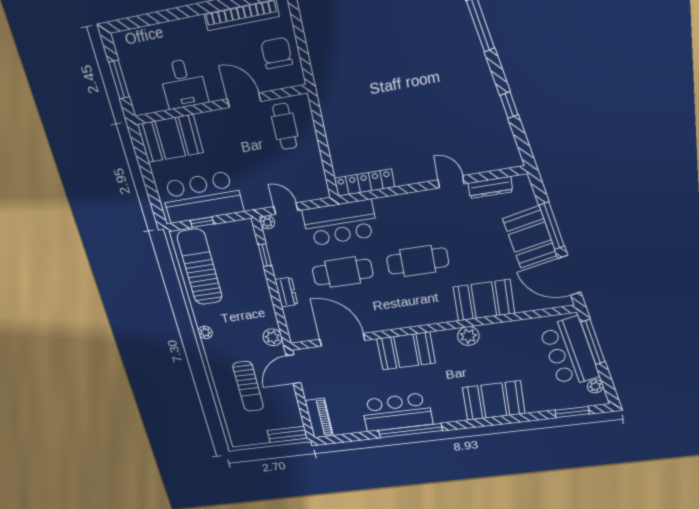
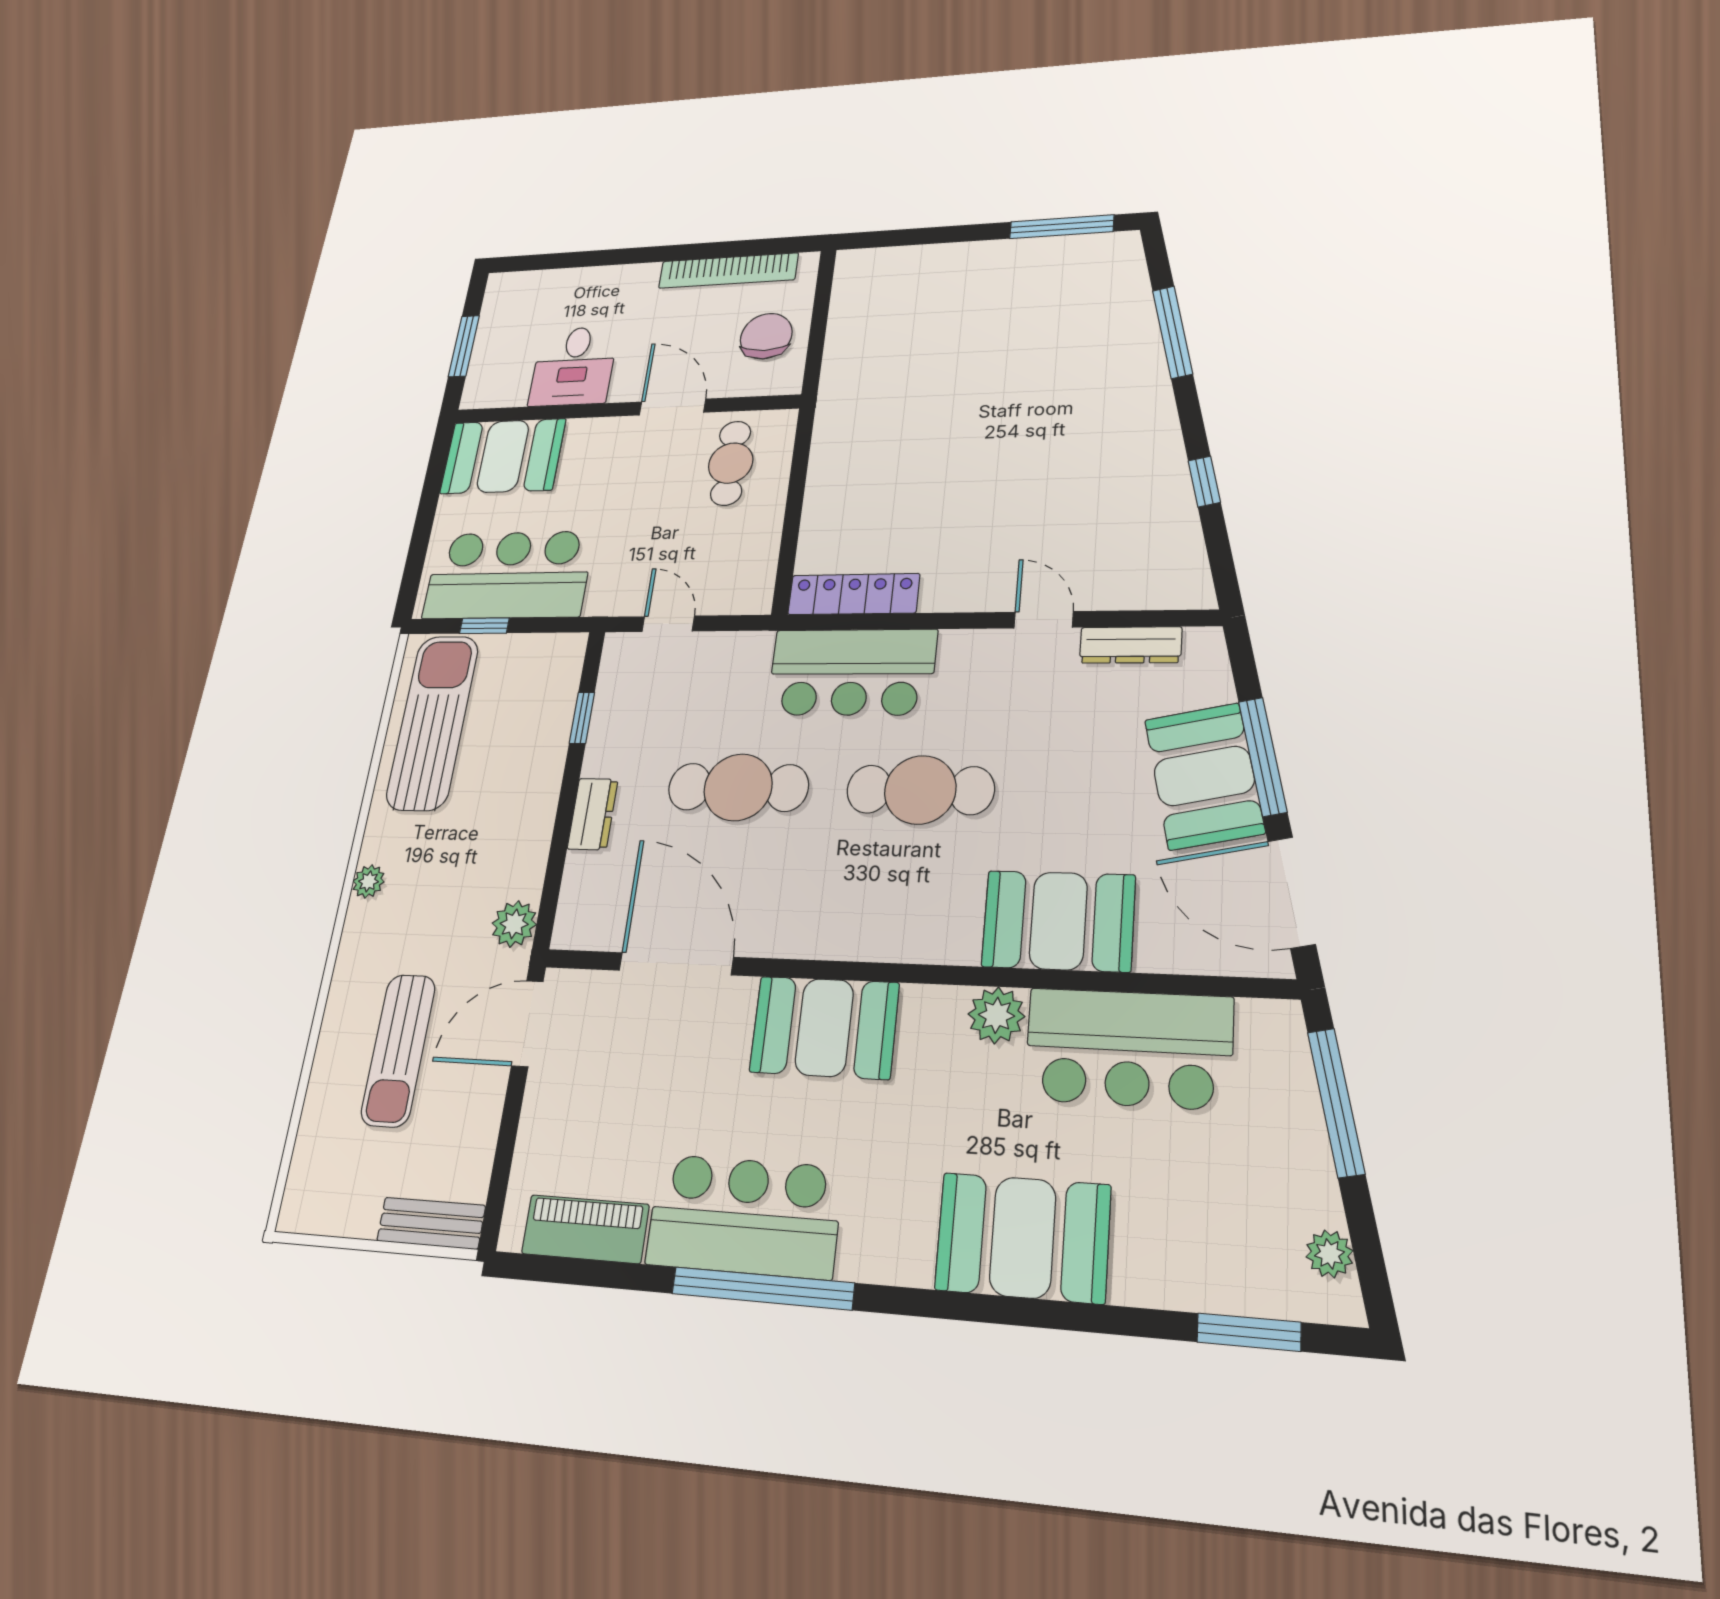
plant: (267, 222) -> (618, 647), removed
bar counter: (340, 223) -> (852, 672), moved
bar counter: (569, 352) -> (1129, 1048), moved, turned -78
piano: (319, 418) -> (585, 1229), moved, turned -90

